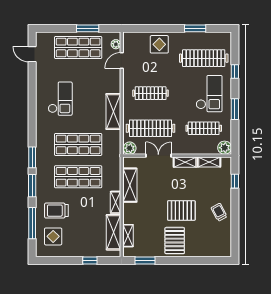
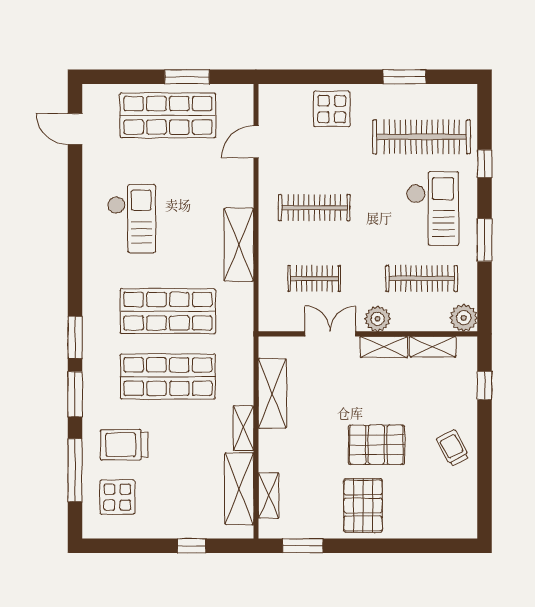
plant: (116, 44) -> (244, 109), removed
clothes rail: (151, 128) -> (314, 279), width x0.54, depth x0.76
plant: (130, 148) -> (378, 319), moved

